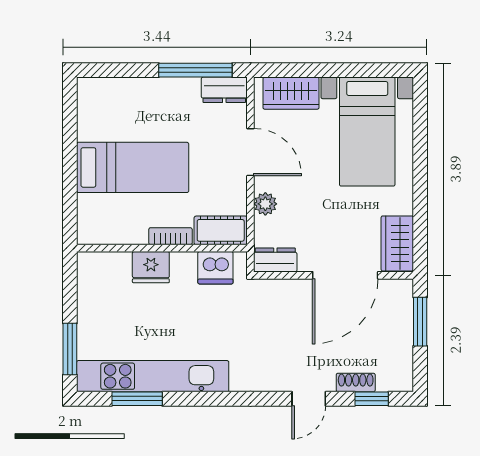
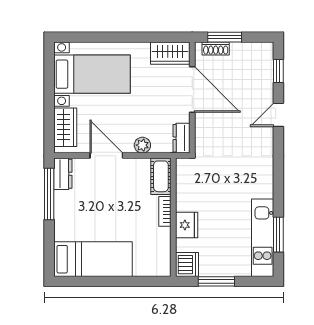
door: (250, 152) -> (106, 156), hinge flipped
bed: (133, 167) -> (93, 259), moved, turned 90
dishwasher: (215, 268) -> (187, 265), moved
window: (70, 349) -> (216, 281), moved
kitchen unit: (153, 376) -> (263, 238), width x0.73
shoe rack: (356, 382) -> (216, 48), moved, turned -90
door: (309, 399) -> (278, 115), swing flipped

